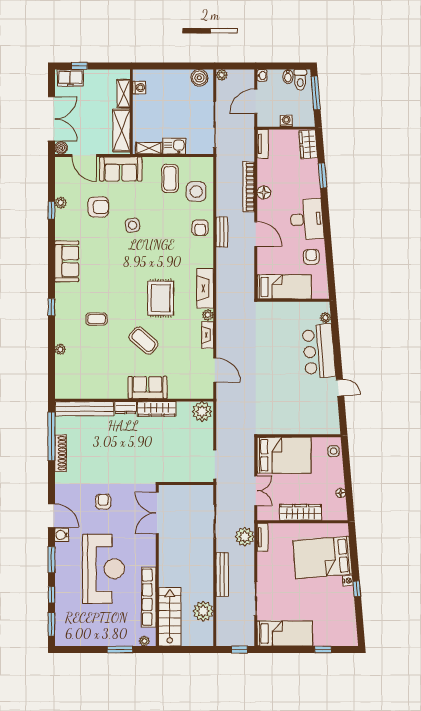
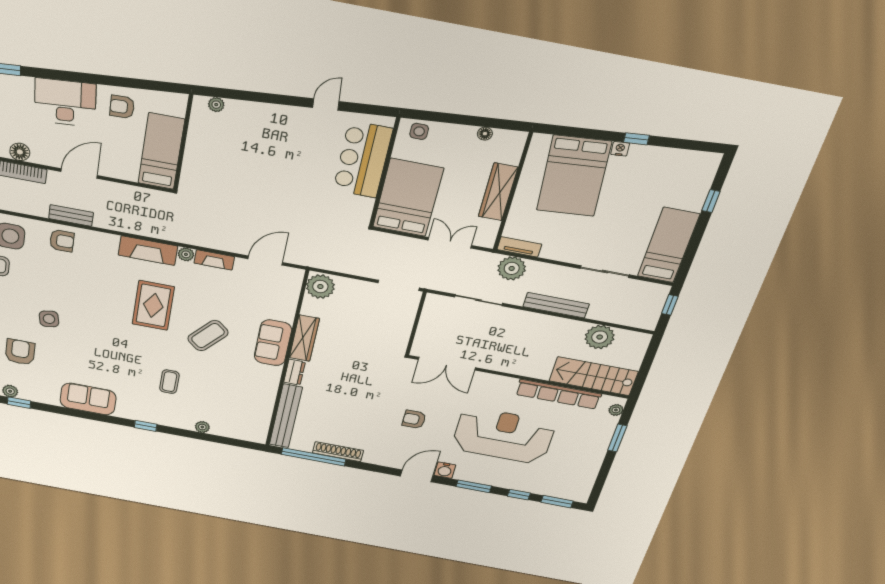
rug: (161, 298) -> (153, 305), turned 90
bar counter: (319, 351) -> (363, 160), moved, turned 95

